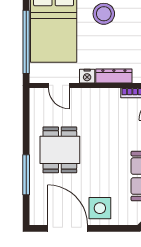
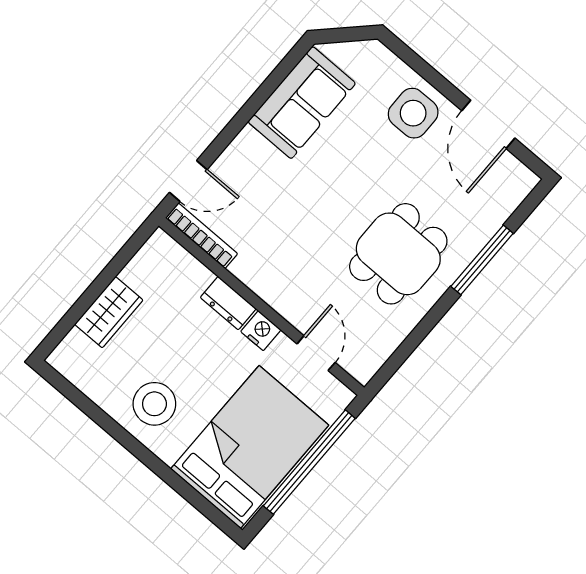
dresser: (114, 76) -> (228, 303), width x0.70
door: (68, 228) -> (488, 124), width x0.73

